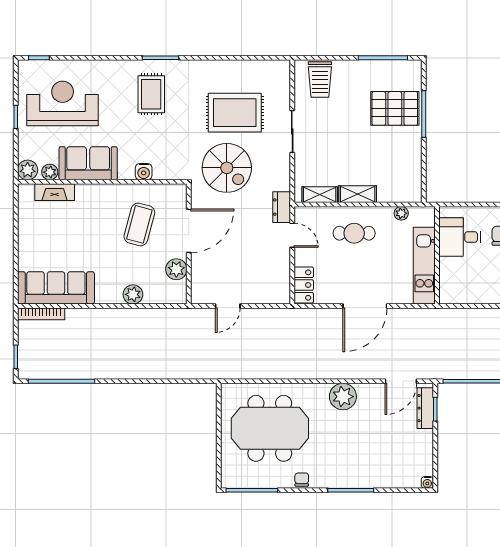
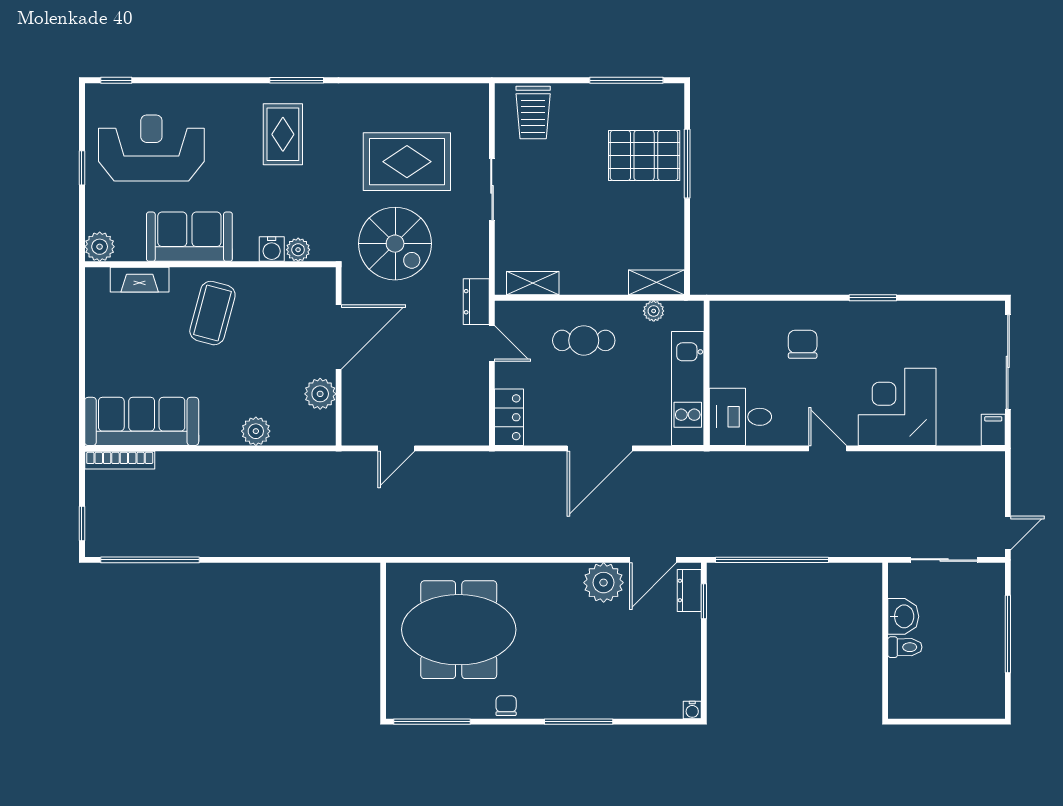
plant: (50, 172) -> (298, 250), moved
shelving: (358, 194) -> (657, 282), moved
coffee table: (139, 224) -> (212, 313), moved
desk: (460, 237) -> (740, 417), moved
plant: (343, 397) -> (604, 583), moved
dresser: (425, 408) -> (689, 590), width x0.70

